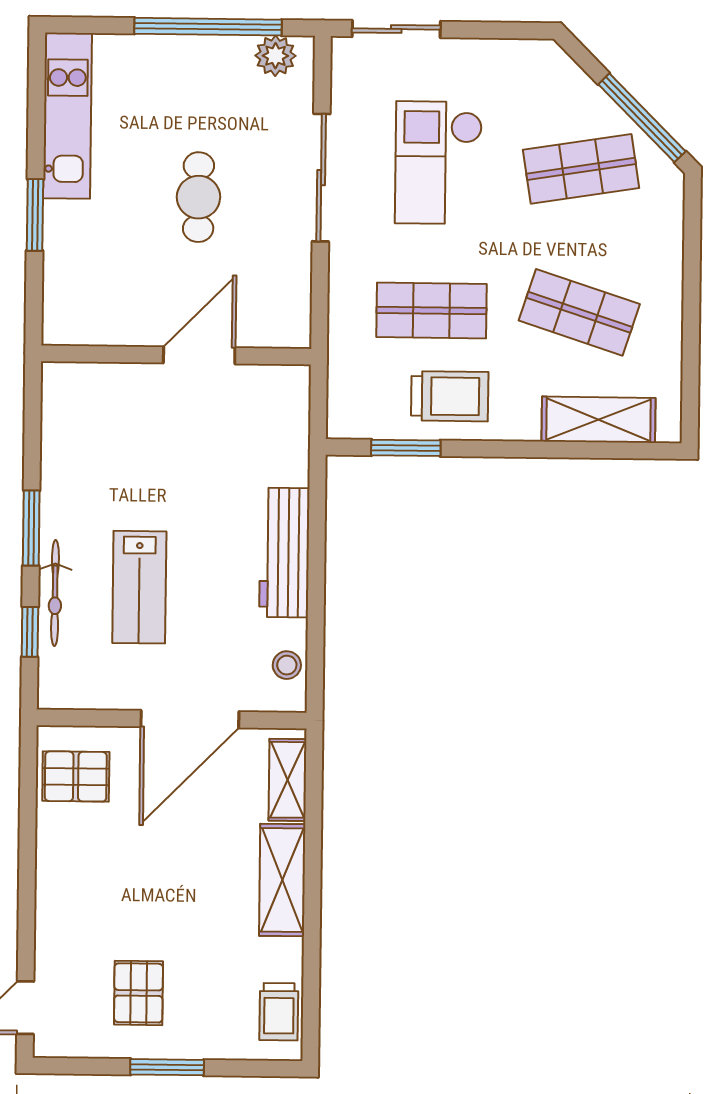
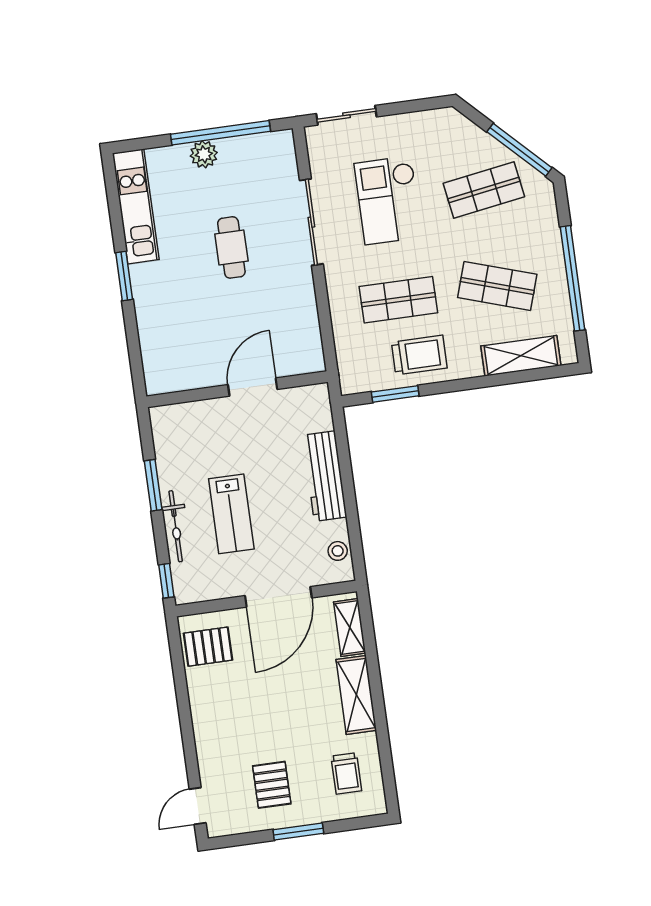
plant: (275, 56) -> (204, 154), moved
window: (691, 318) -> (573, 278), added
wall: (176, 355) -> (237, 389), moved
door: (199, 355) -> (253, 387), moved
window: (30, 632) -> (166, 581), moved
trolley: (279, 1012) -> (346, 773), moved

